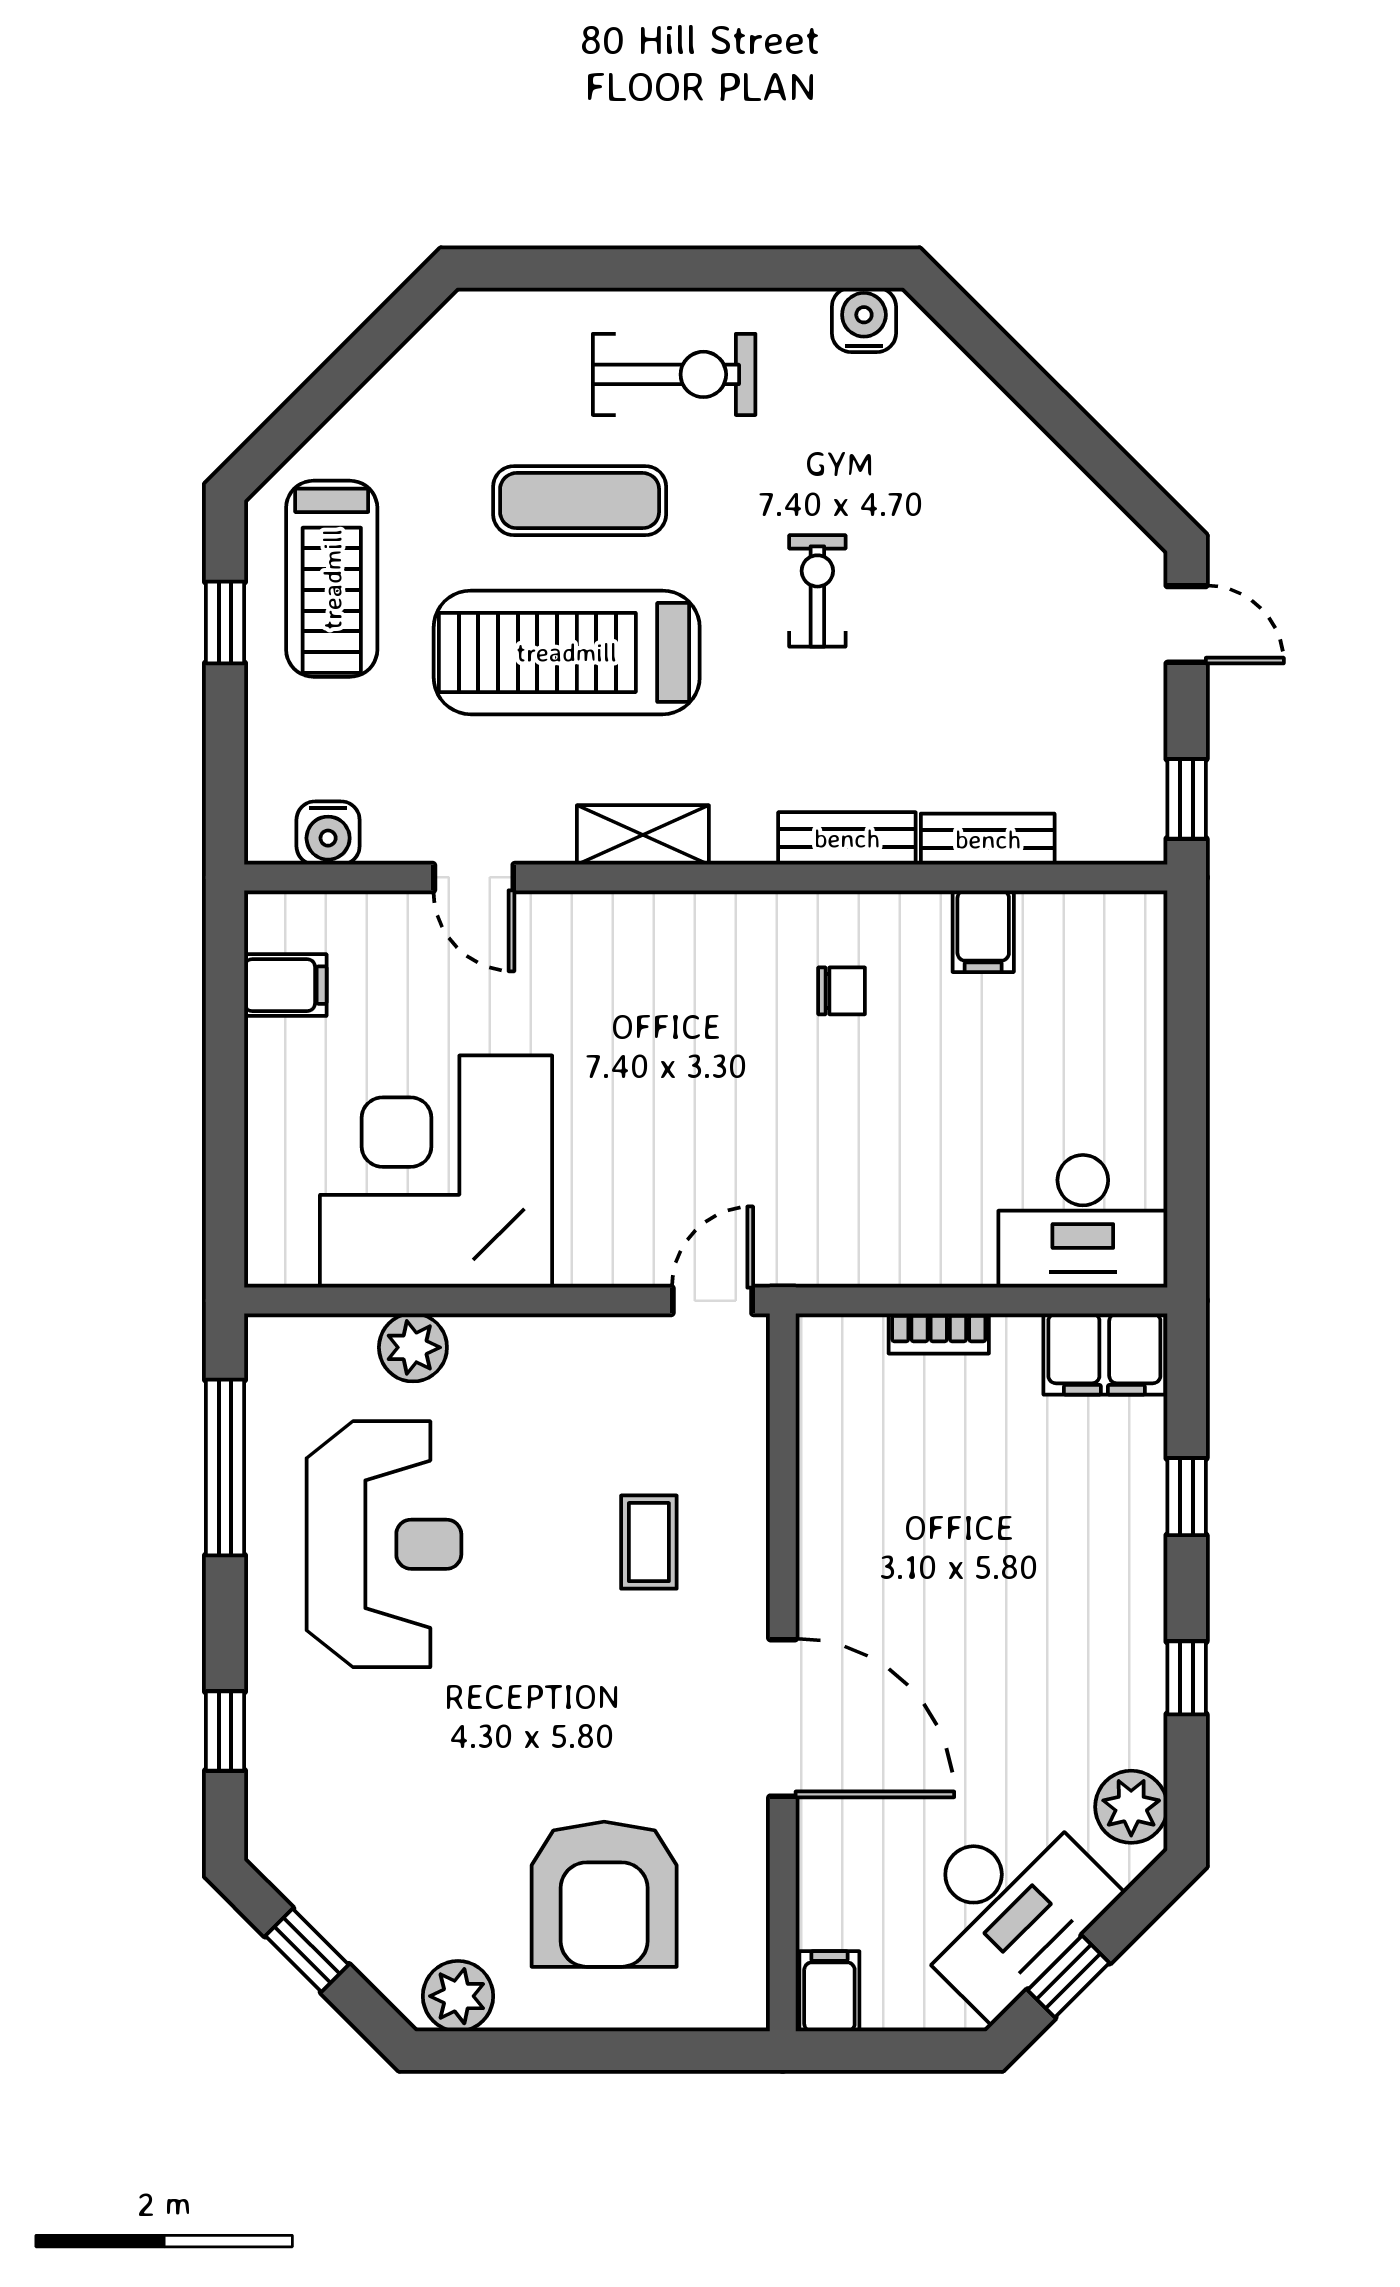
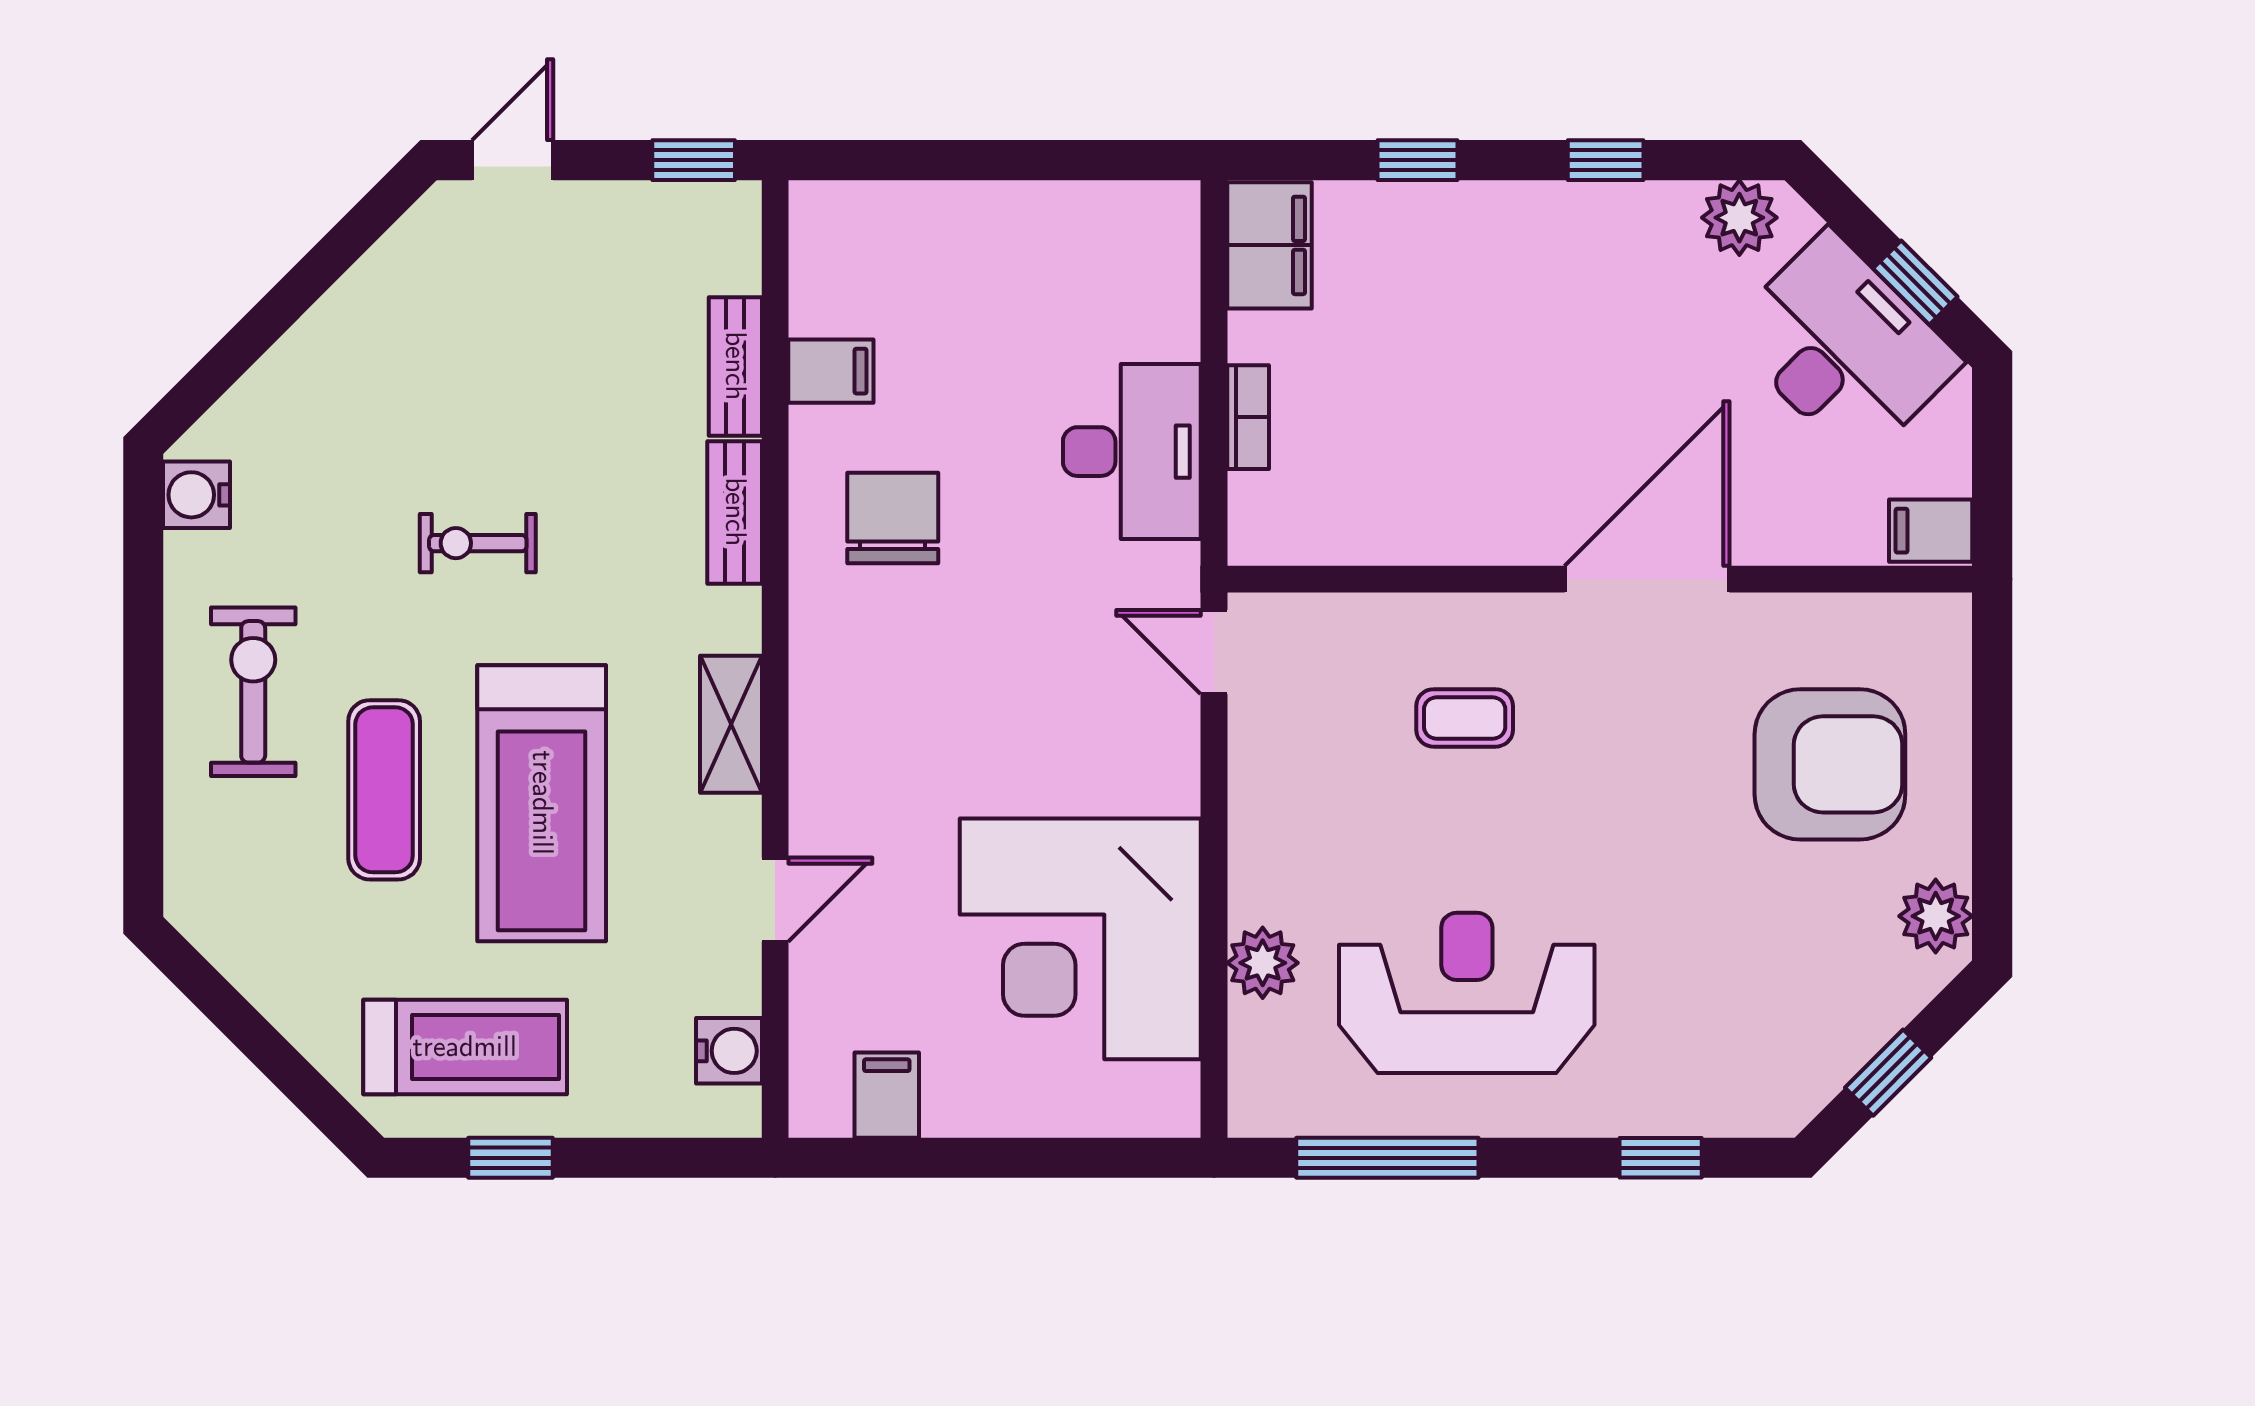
chair: (842, 991) -> (893, 518), width x1.87, depth x1.87
desk: (1083, 1221) -> (1132, 452), moved

